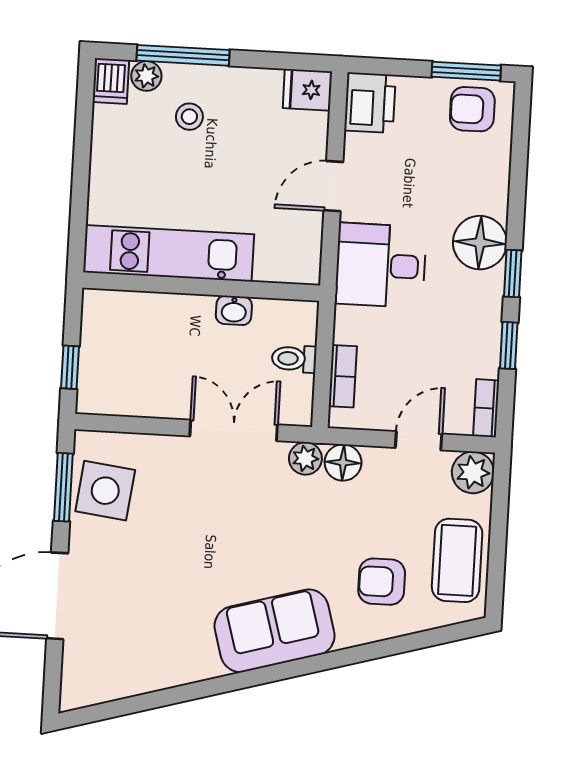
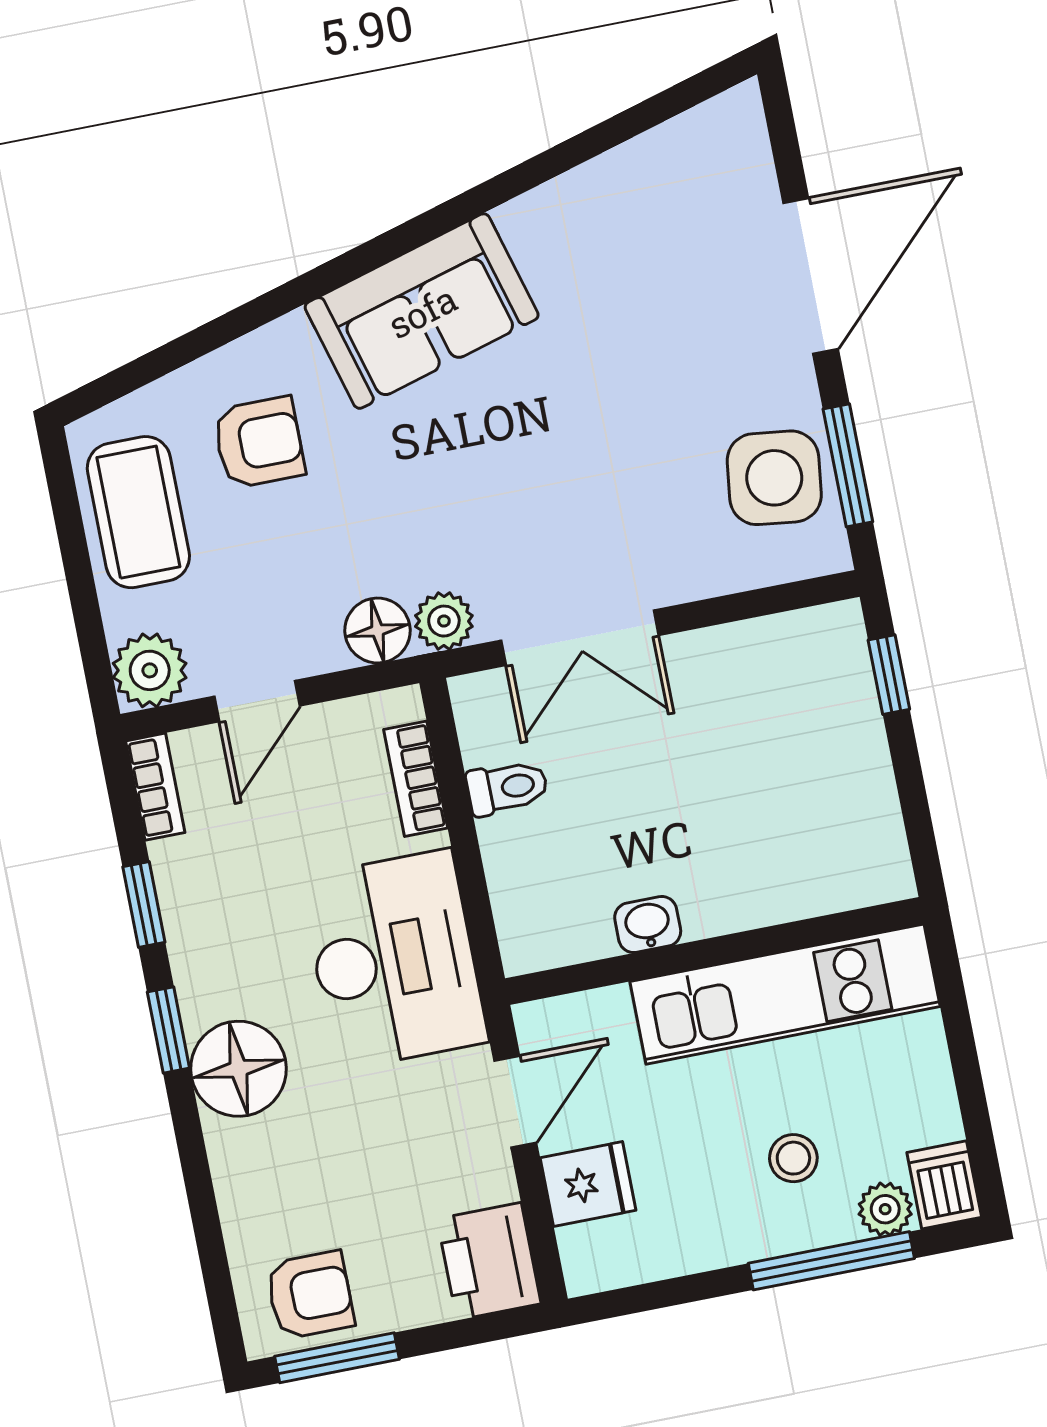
fridge: (307, 90) -> (588, 1184), moved
kitchen unit: (169, 253) -> (785, 994), moved
desk: (381, 265) -> (394, 960), width x1.37
wall: (201, 287) -> (714, 951), moved
washbasin: (234, 310) -> (648, 925), moved

